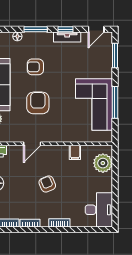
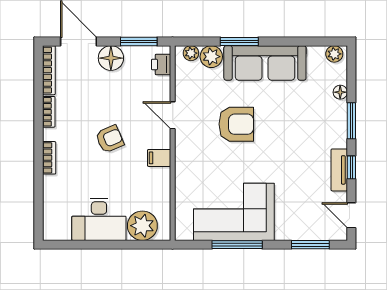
armchair: (35, 67) -> (293, 120), removed
filing cabinet: (75, 152) -> (159, 158), moved
desk: (99, 210) -> (99, 219), moved

